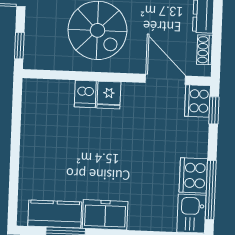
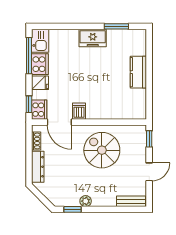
dishwasher: (85, 94) -> (79, 111), moved
fridge: (109, 95) -> (40, 83), moved, turned 90
kitchen counter: (55, 214) -> (138, 72), moved, turned 90

